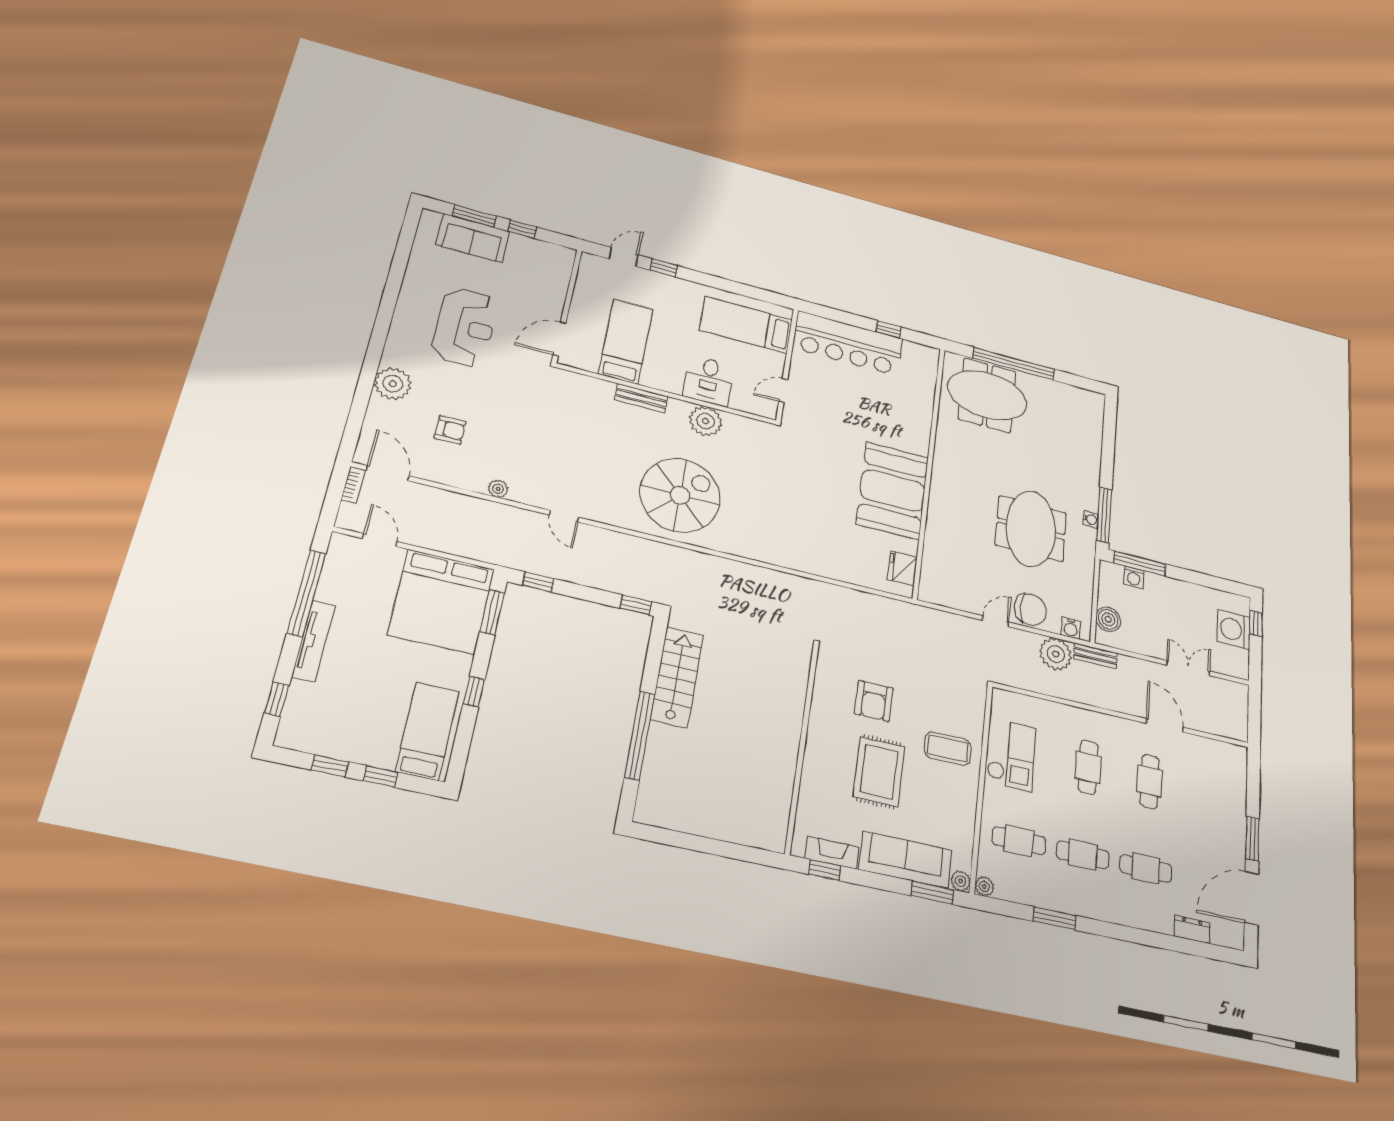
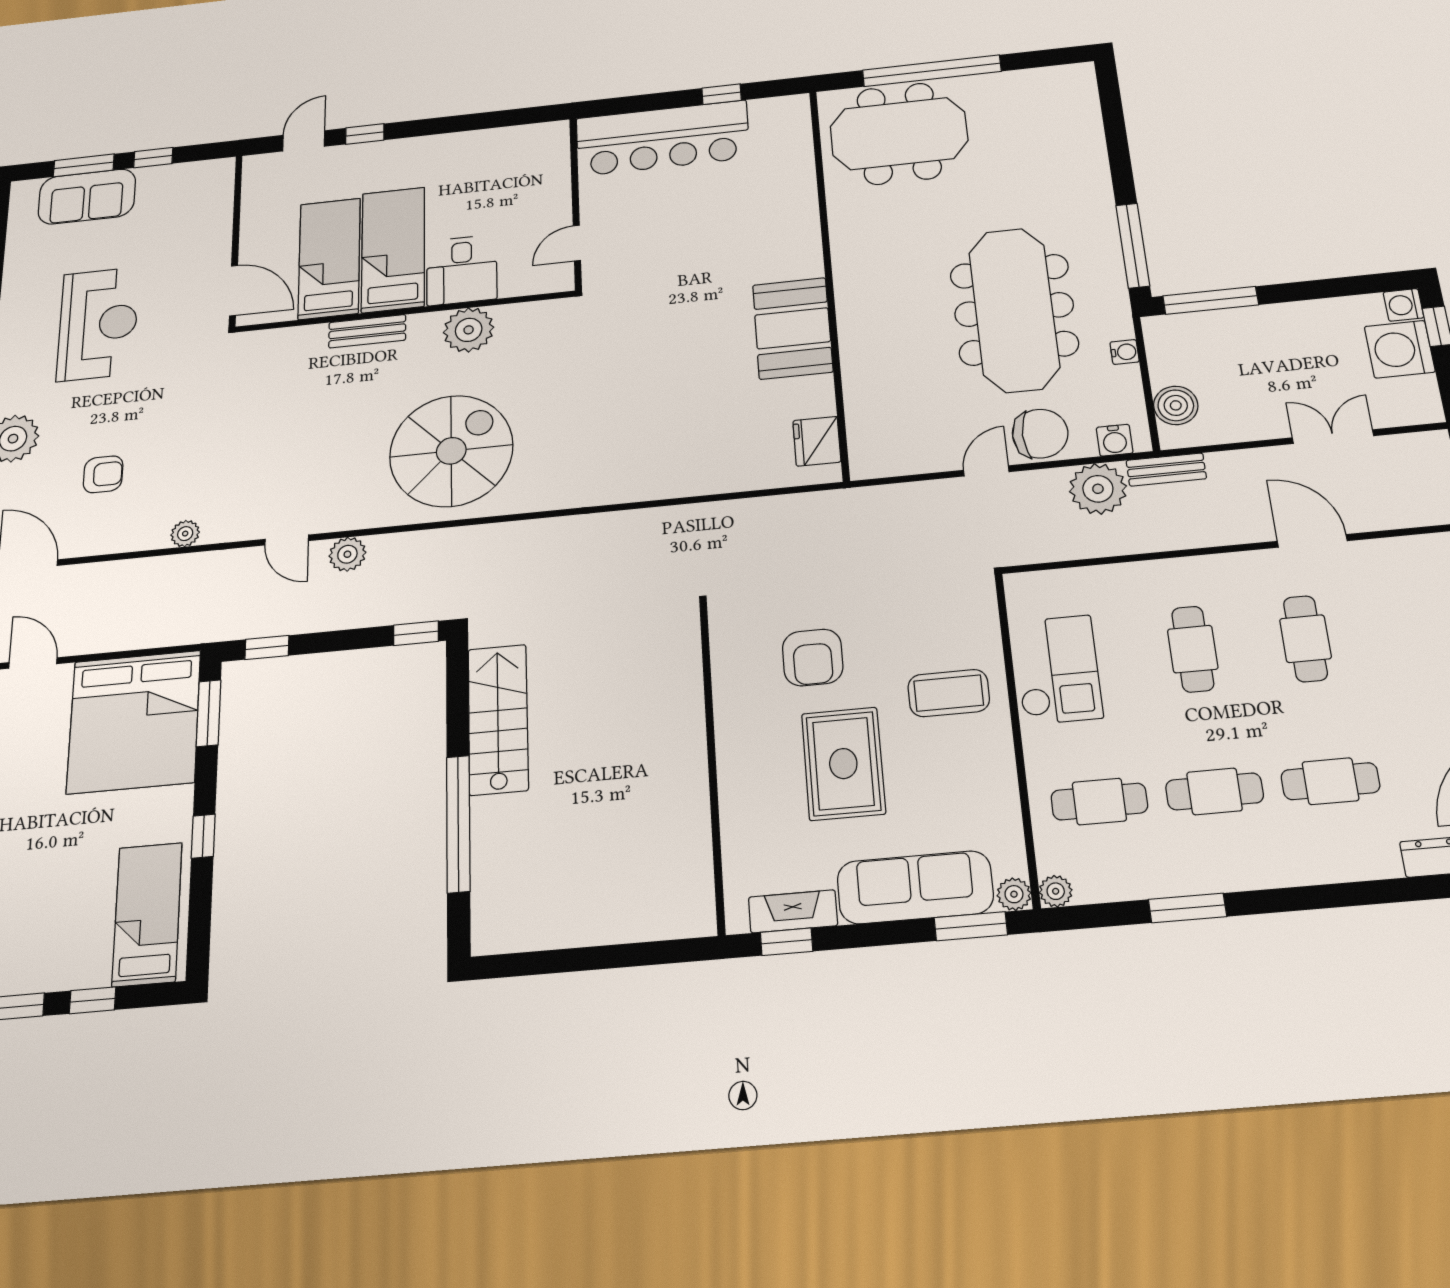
bed: (746, 325) -> (393, 250), moved, turned 90
door: (559, 339) -> (233, 291), swing flipped
booth: (893, 491) -> (793, 328), width x0.73, depth x0.70
water cooler: (1090, 519) -> (1125, 352), moved
meeting table: (1031, 529) -> (1014, 309), width x1.36
plant: (602, 539) -> (347, 554), added
washing machine: (1134, 577) -> (1403, 305), moved, turned 90

